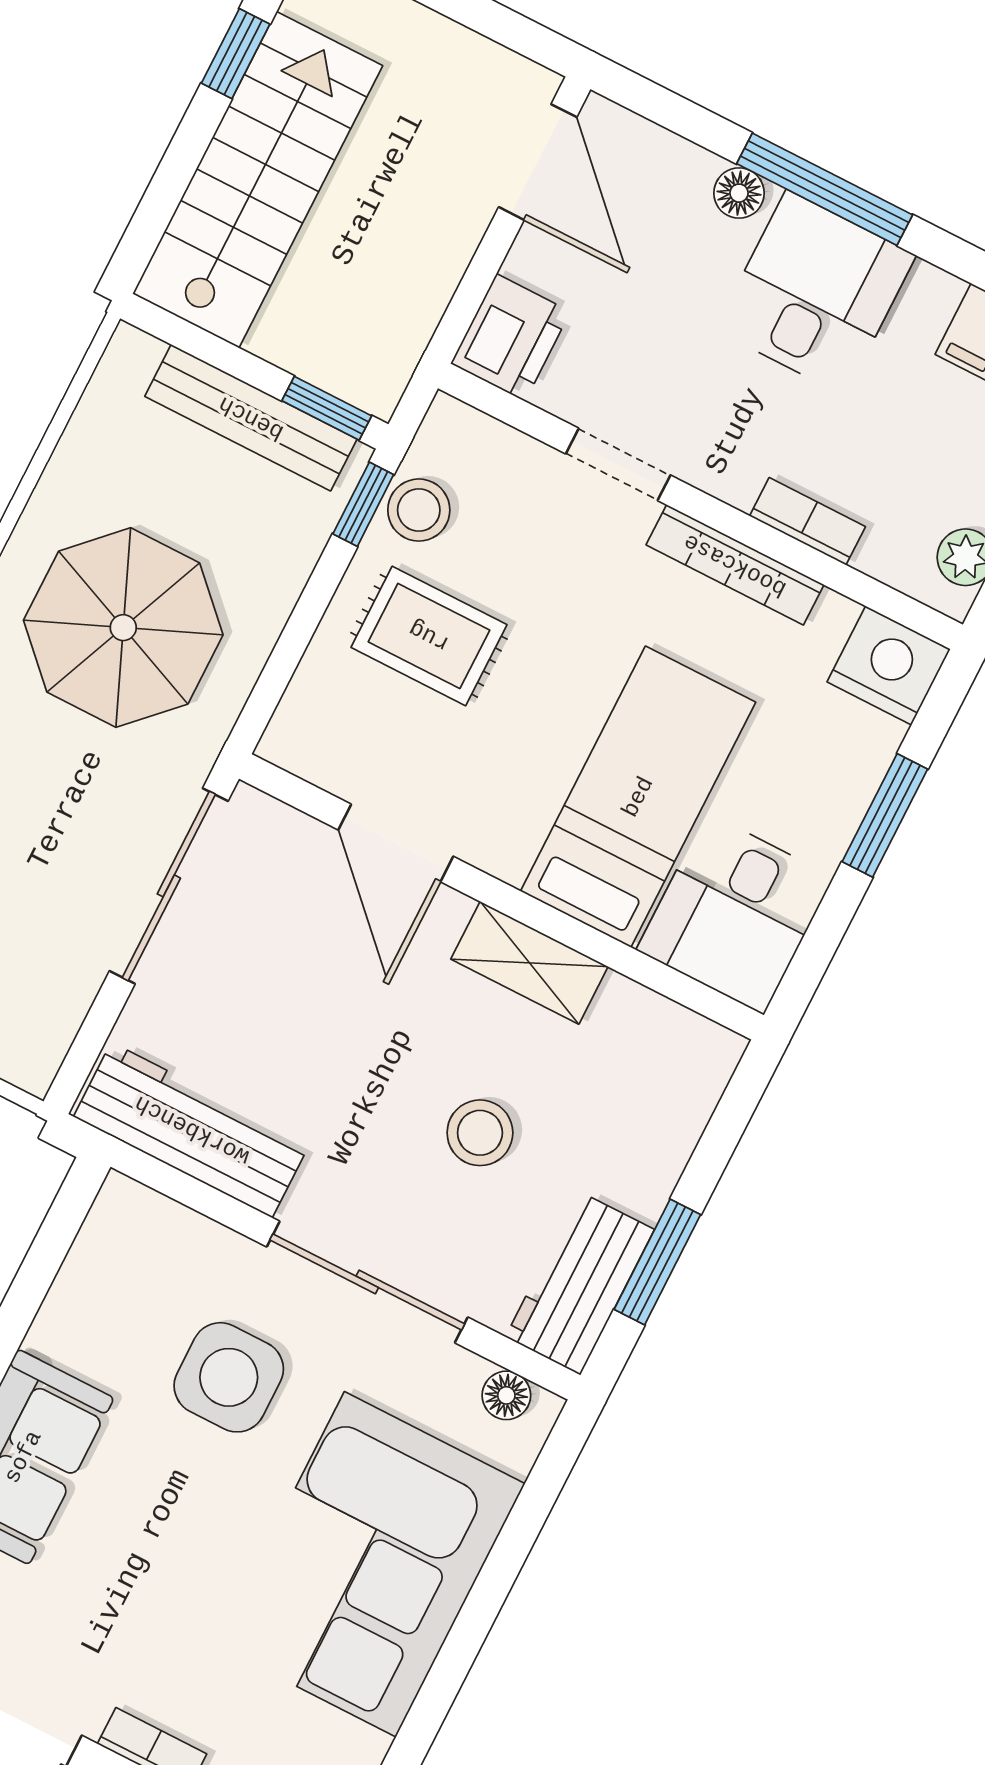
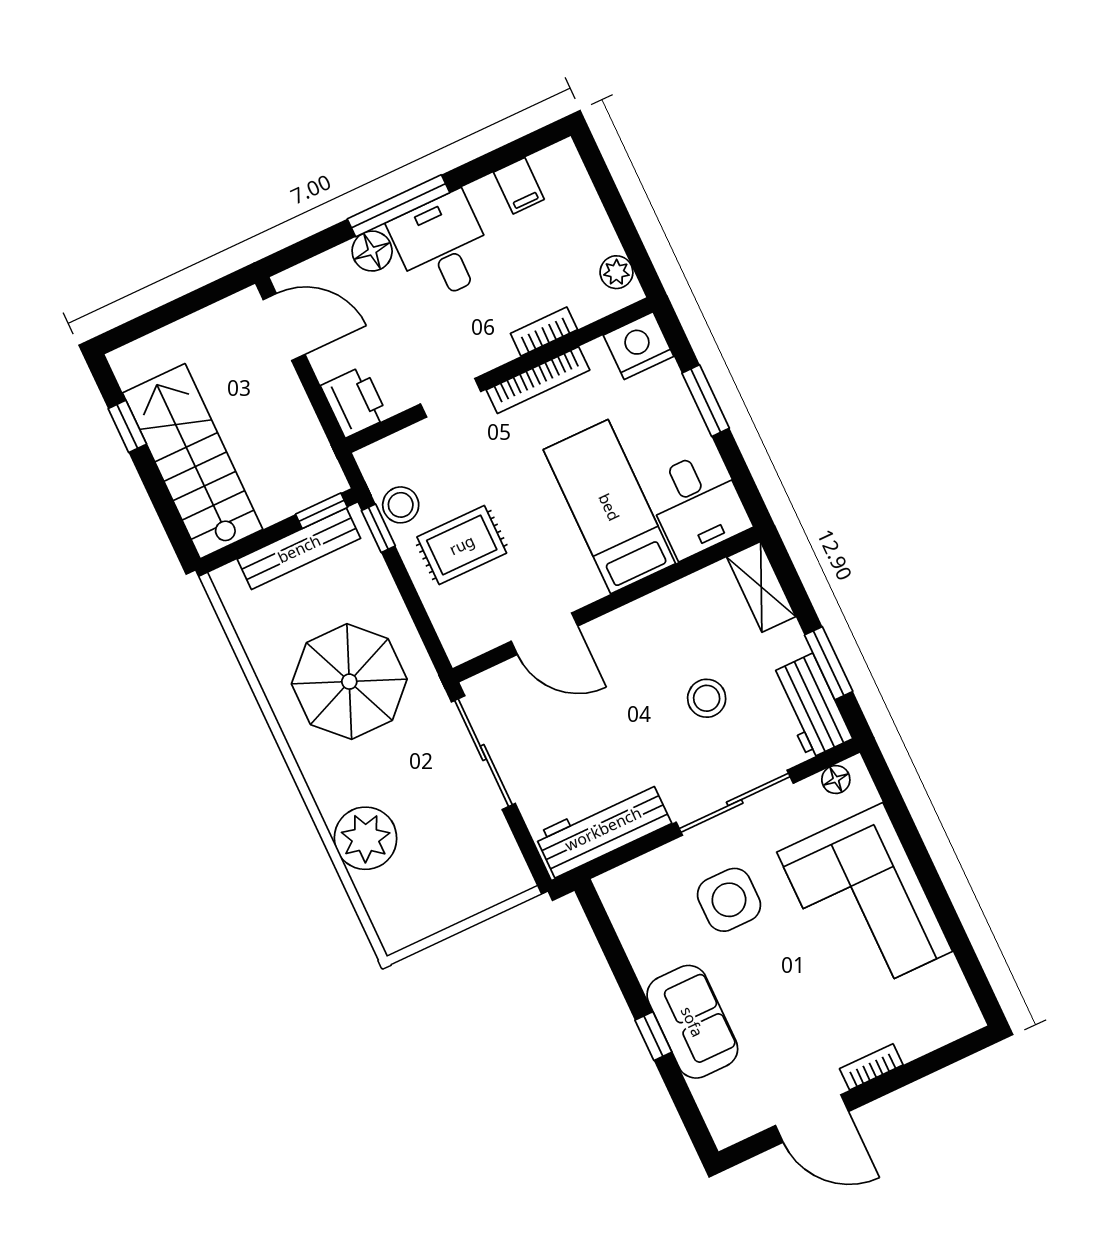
floor lamp: (739, 193) -> (372, 251), width x1.37, depth x1.37
shelving: (529, 963) -> (761, 587), moved, turned 90

